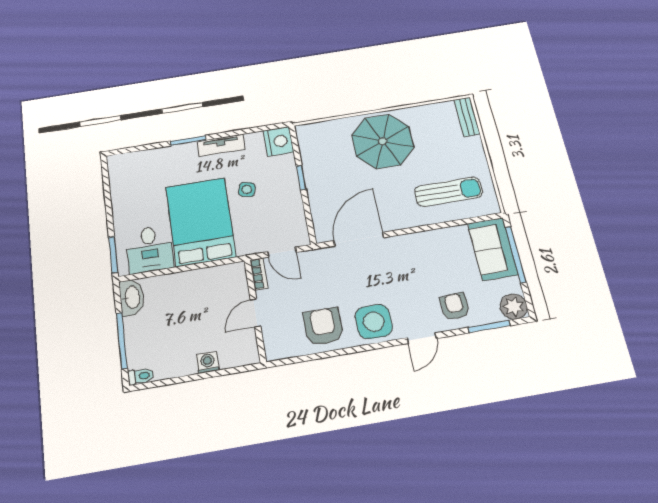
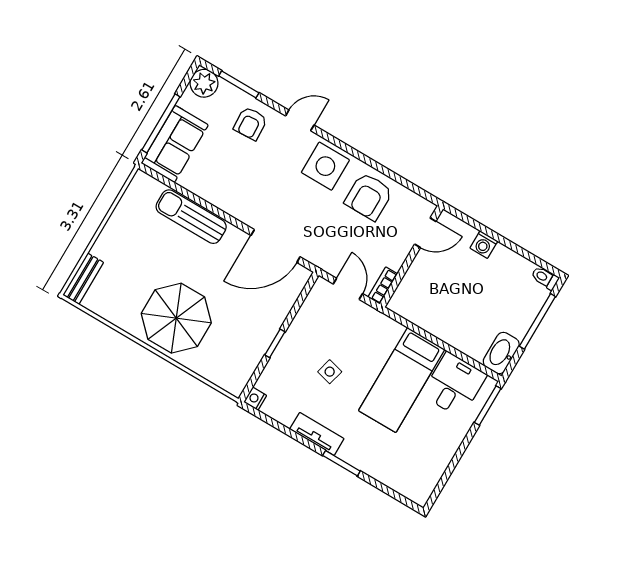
nightstand: (278, 141) -> (255, 399), width x0.53, depth x0.56
sun lounger: (449, 192) -> (191, 217), moved
bed: (201, 222) -> (402, 380), width x0.67
door: (256, 313) -> (425, 233), moved

